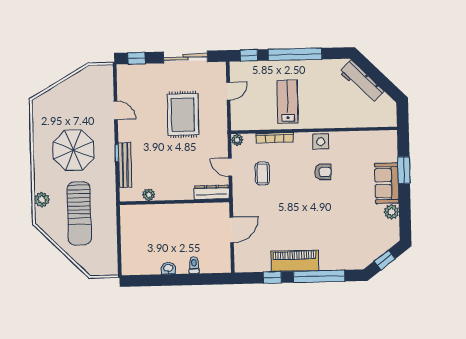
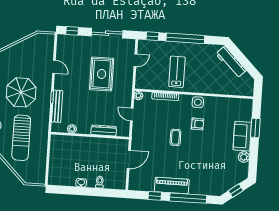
coffee table: (262, 173) -> (175, 137), moved
dresser: (212, 192) -> (104, 130), moved

